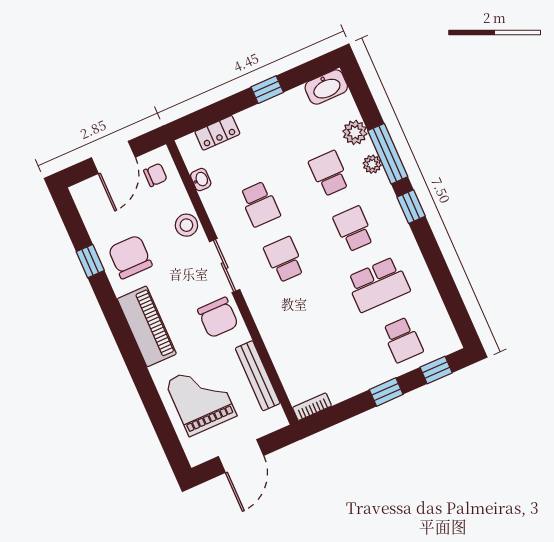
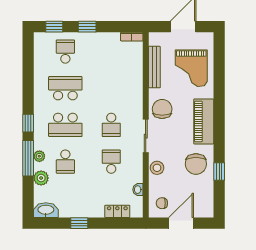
school desk: (354, 229) -> (65, 125), width x1.85

